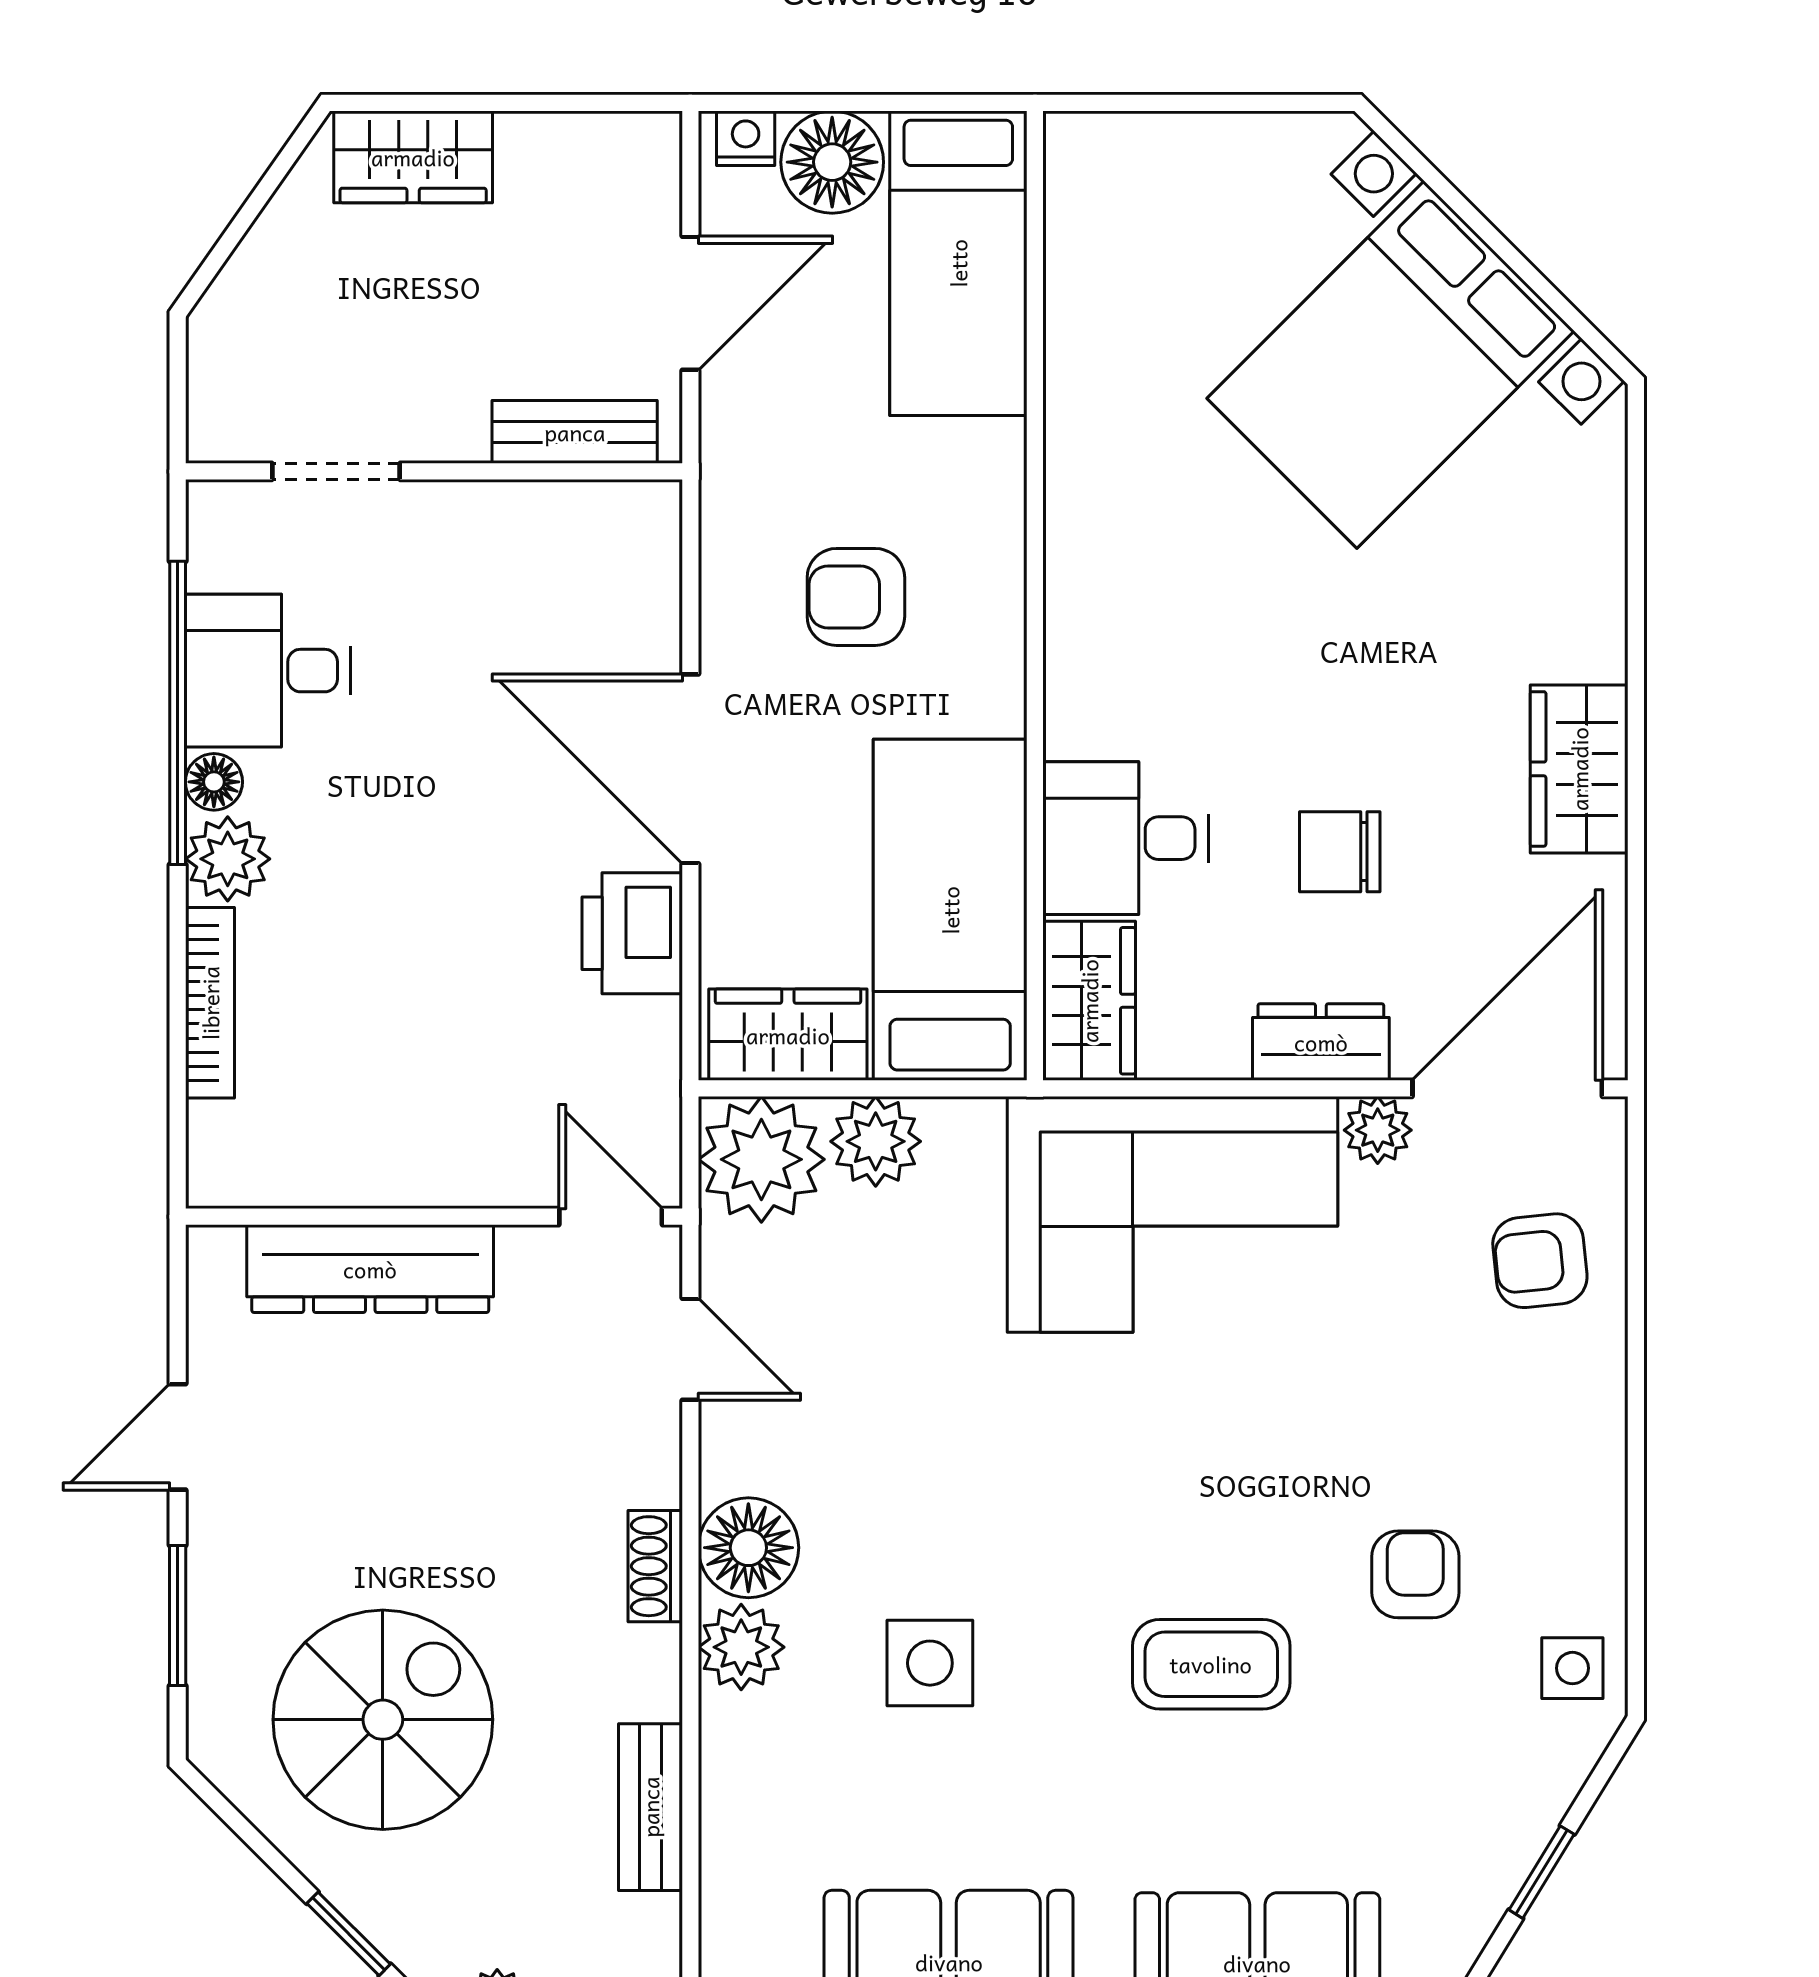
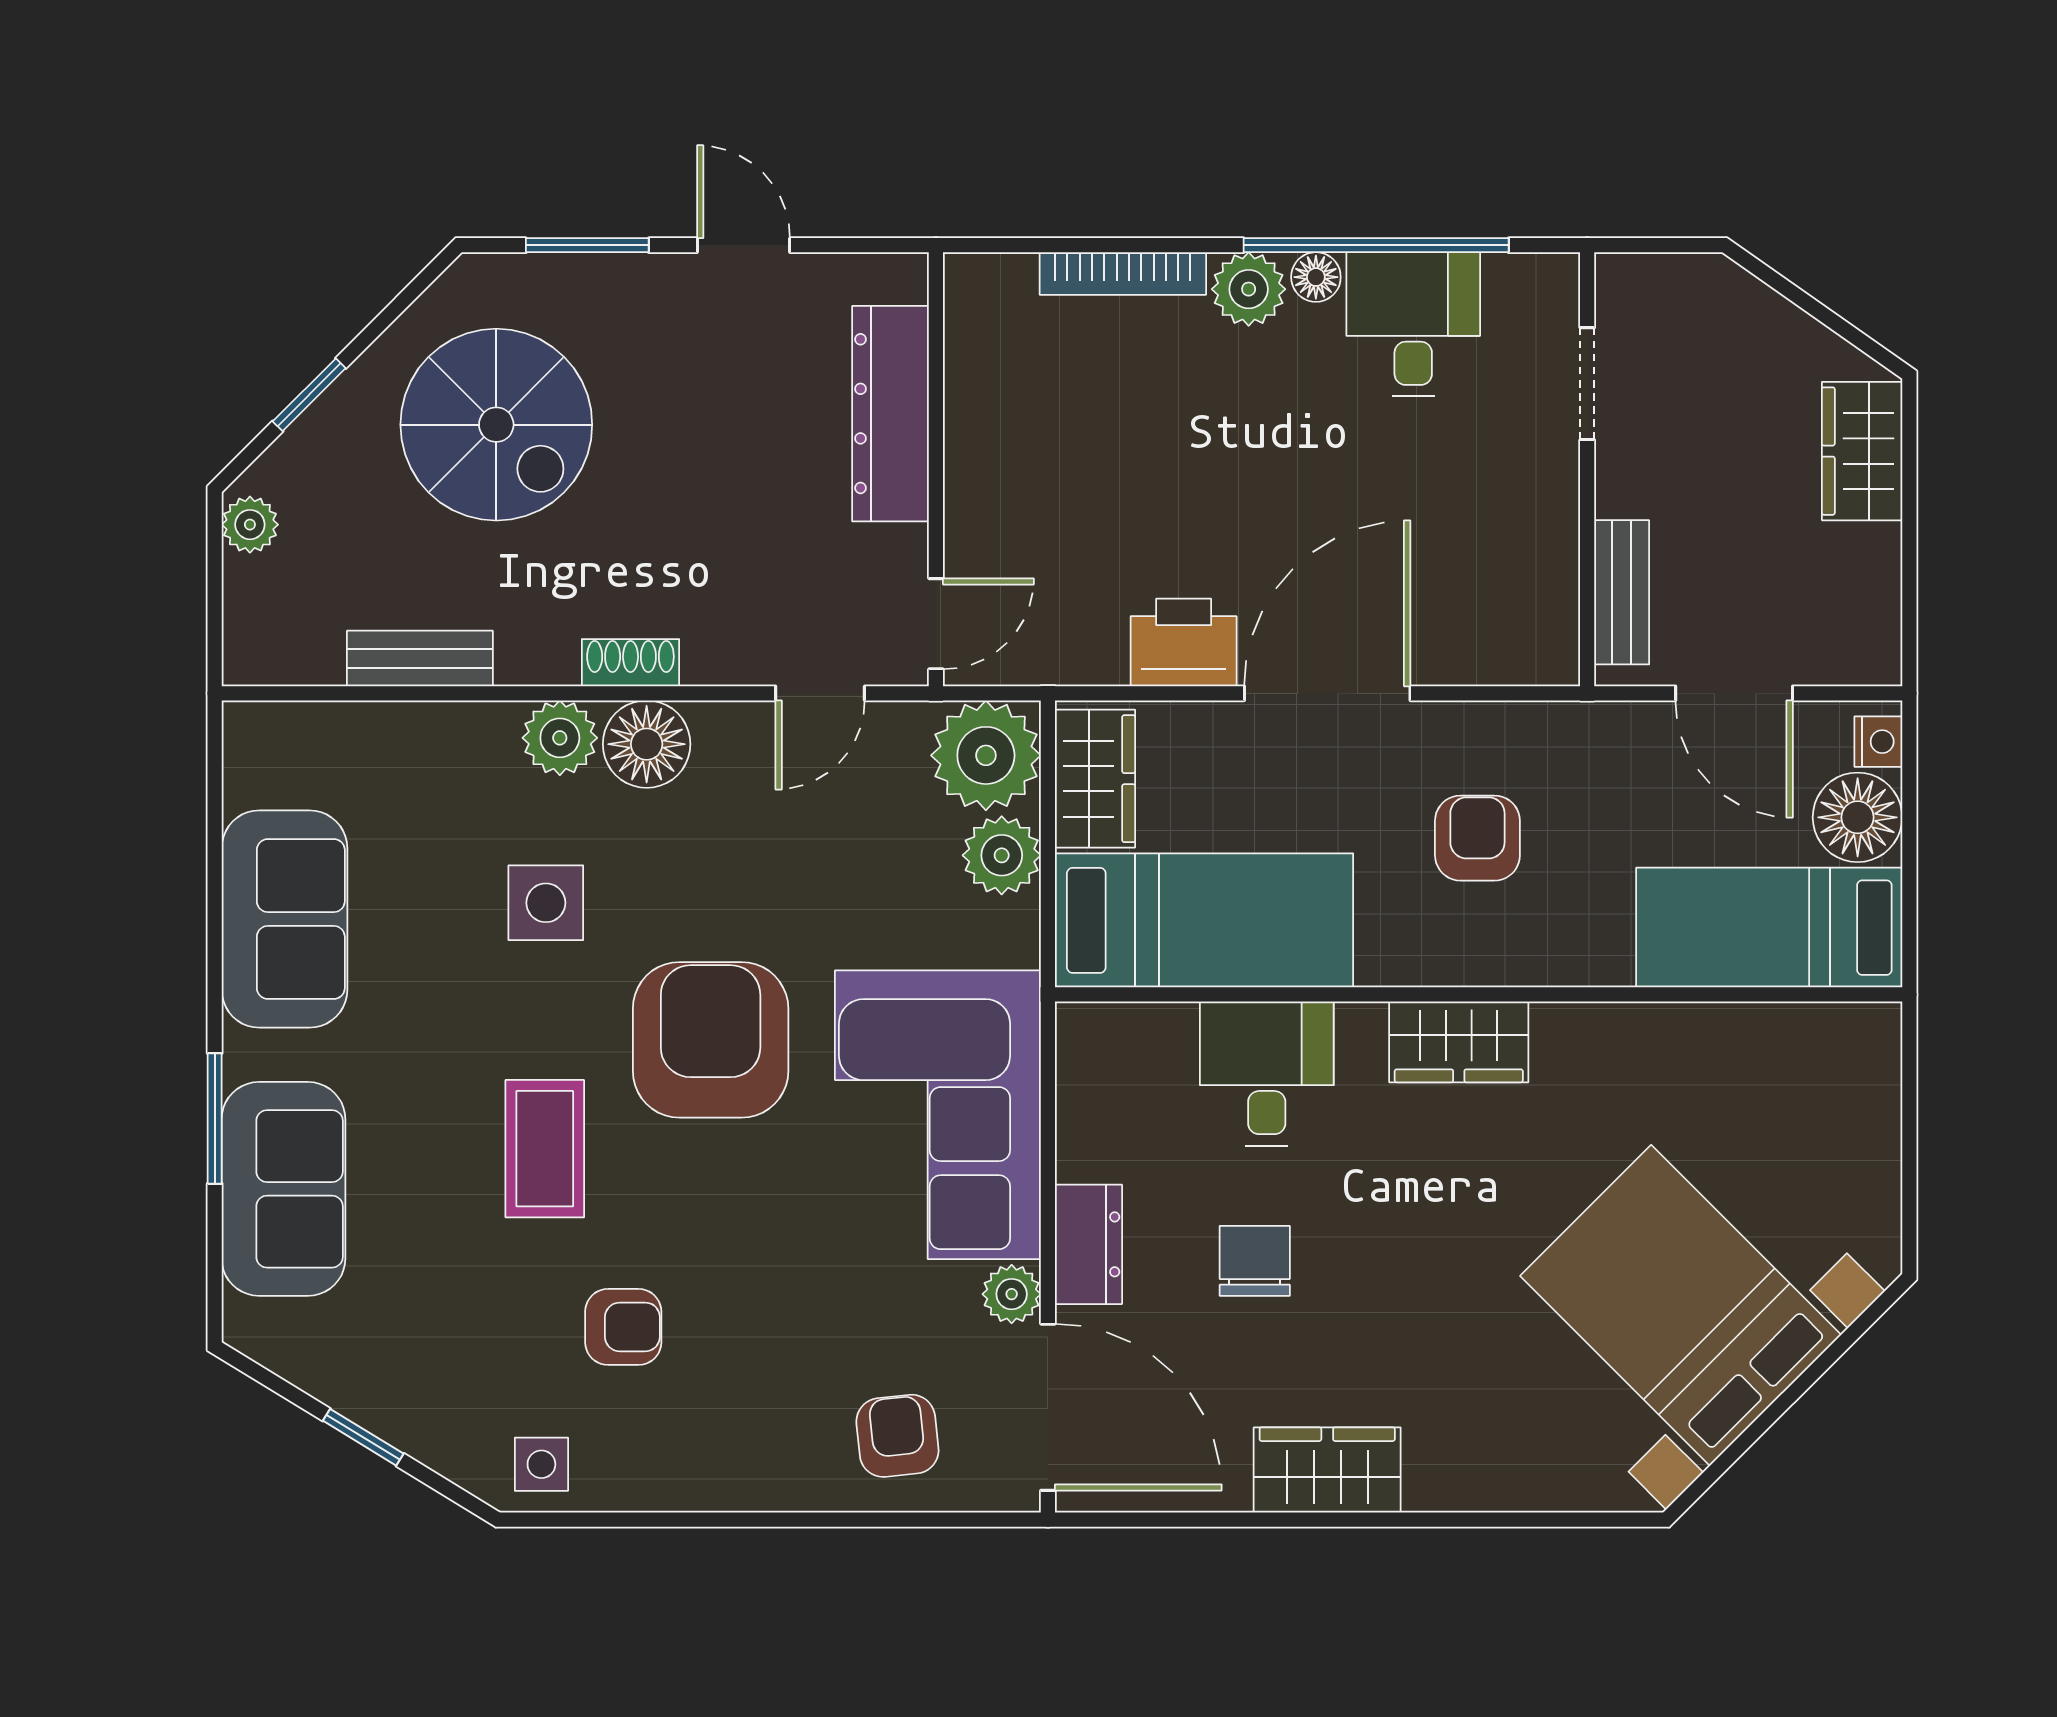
wardrobe: (1089, 1001) -> (1459, 1042), moved
armchair: (1087, 1475) -> (711, 1040), added

